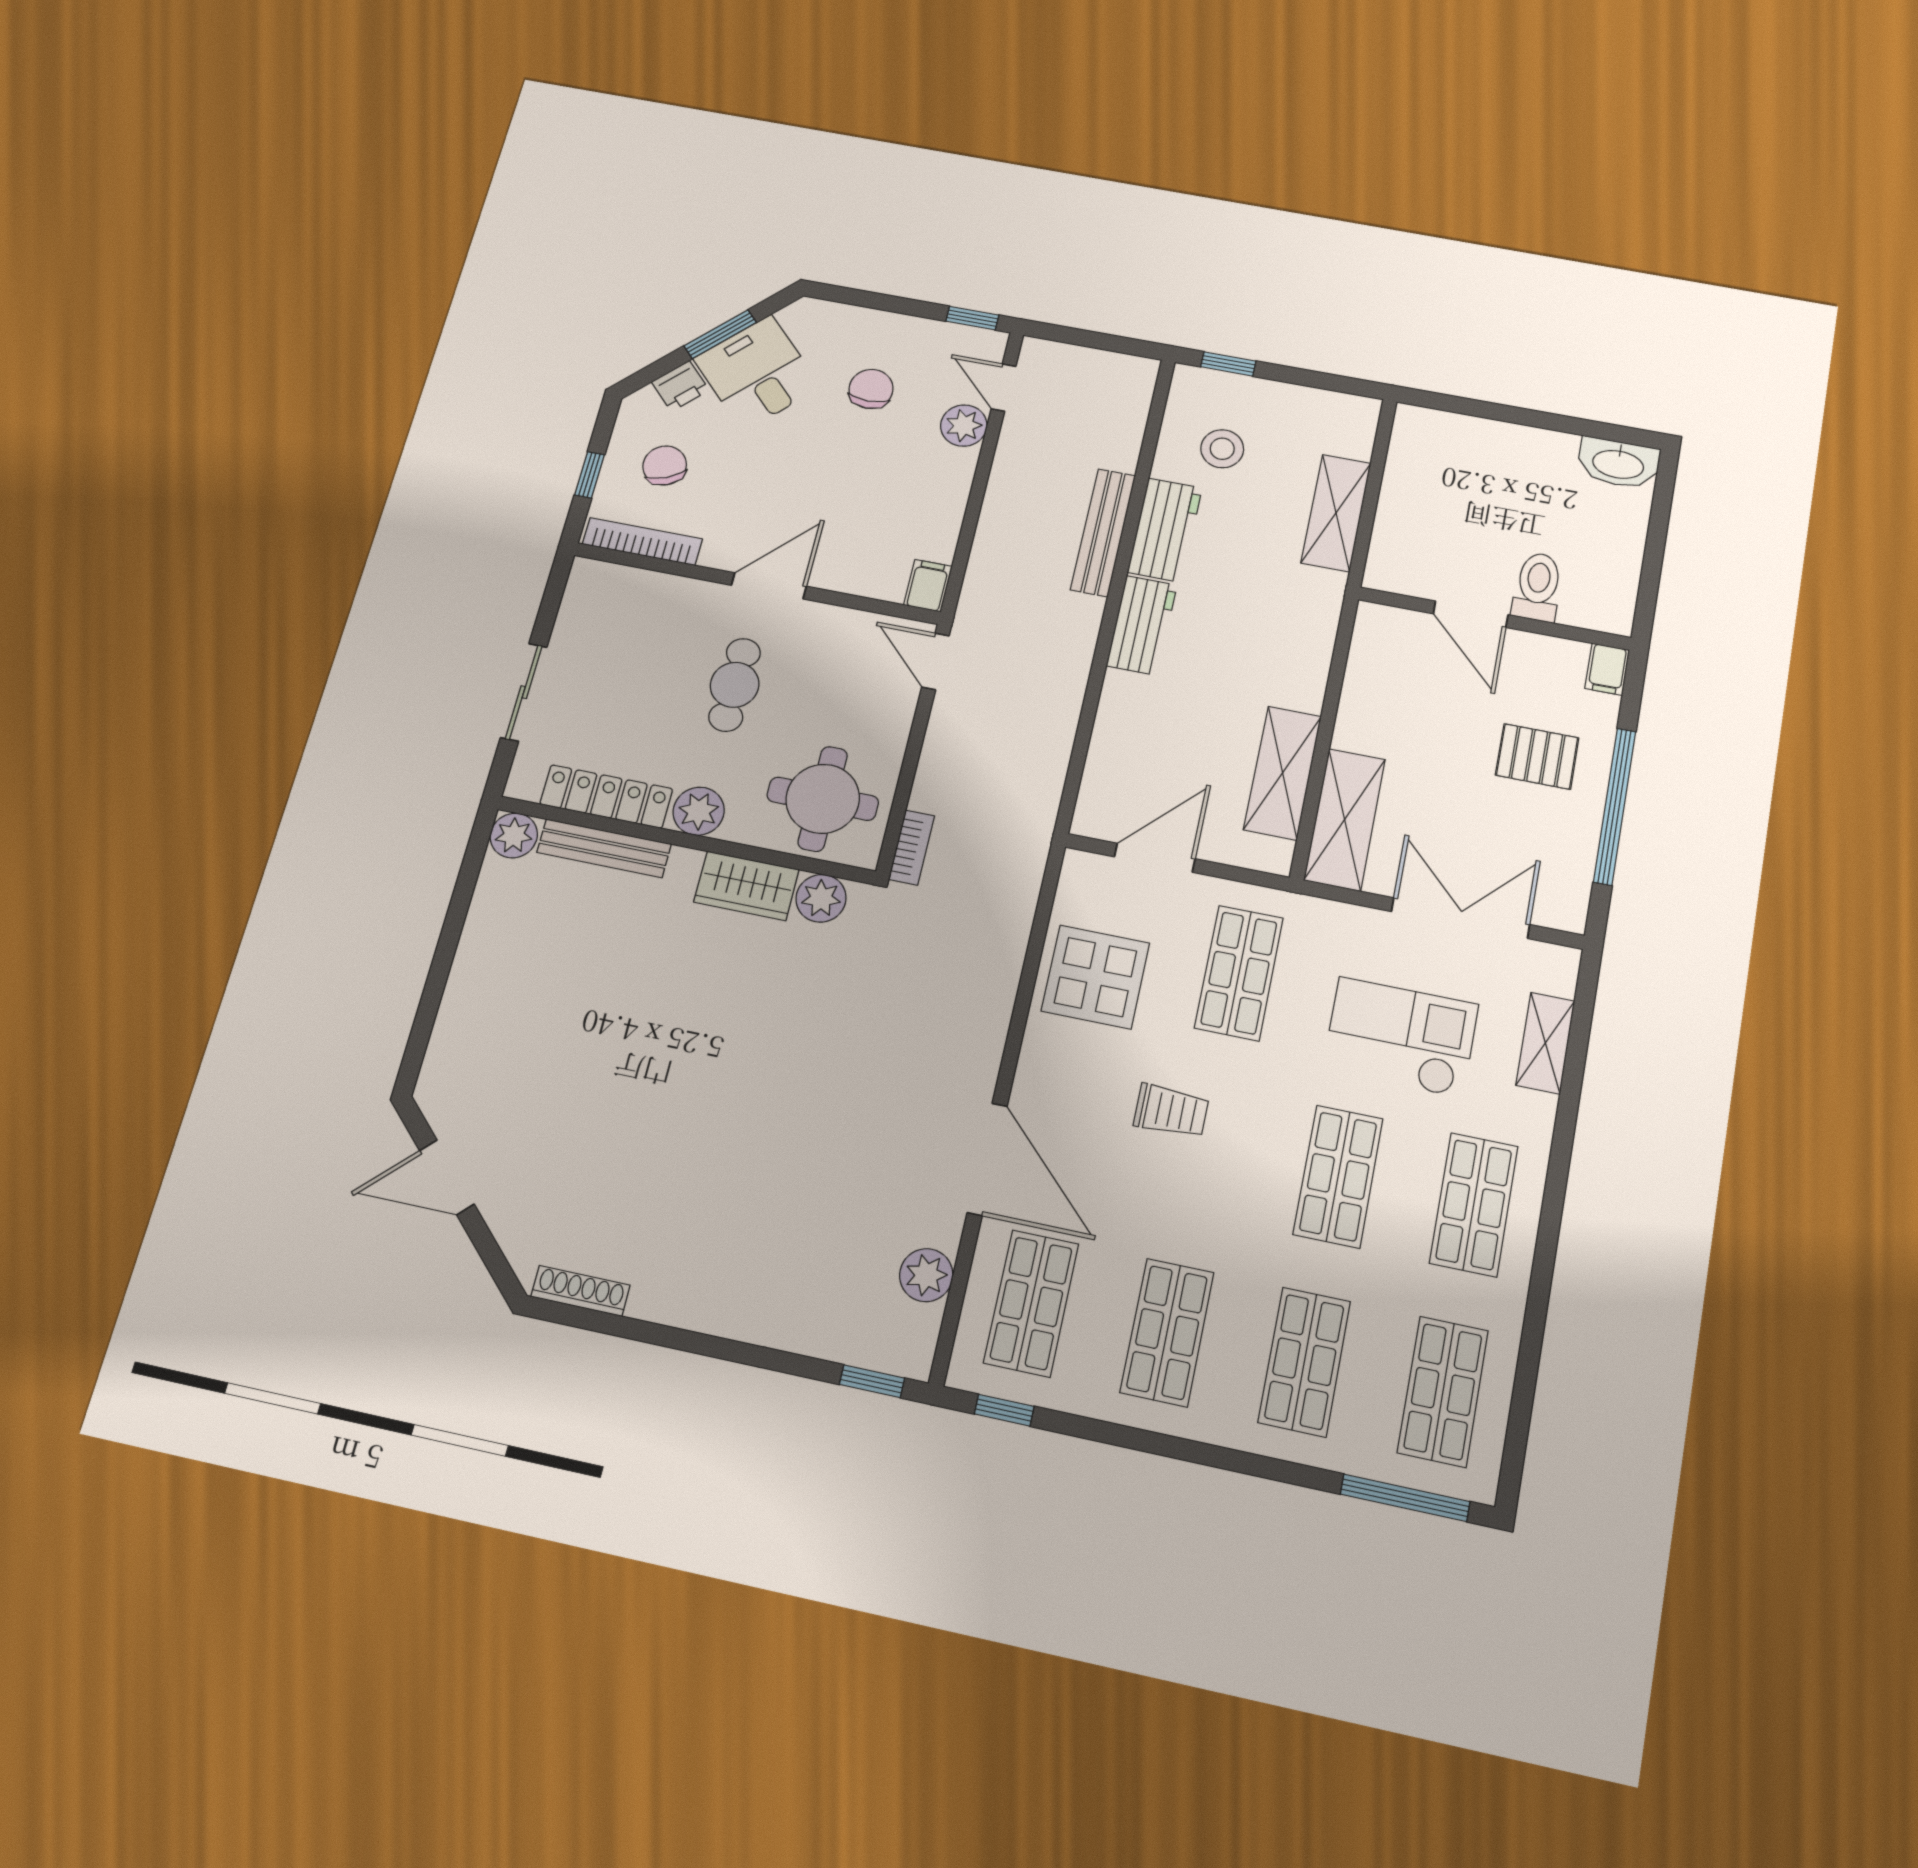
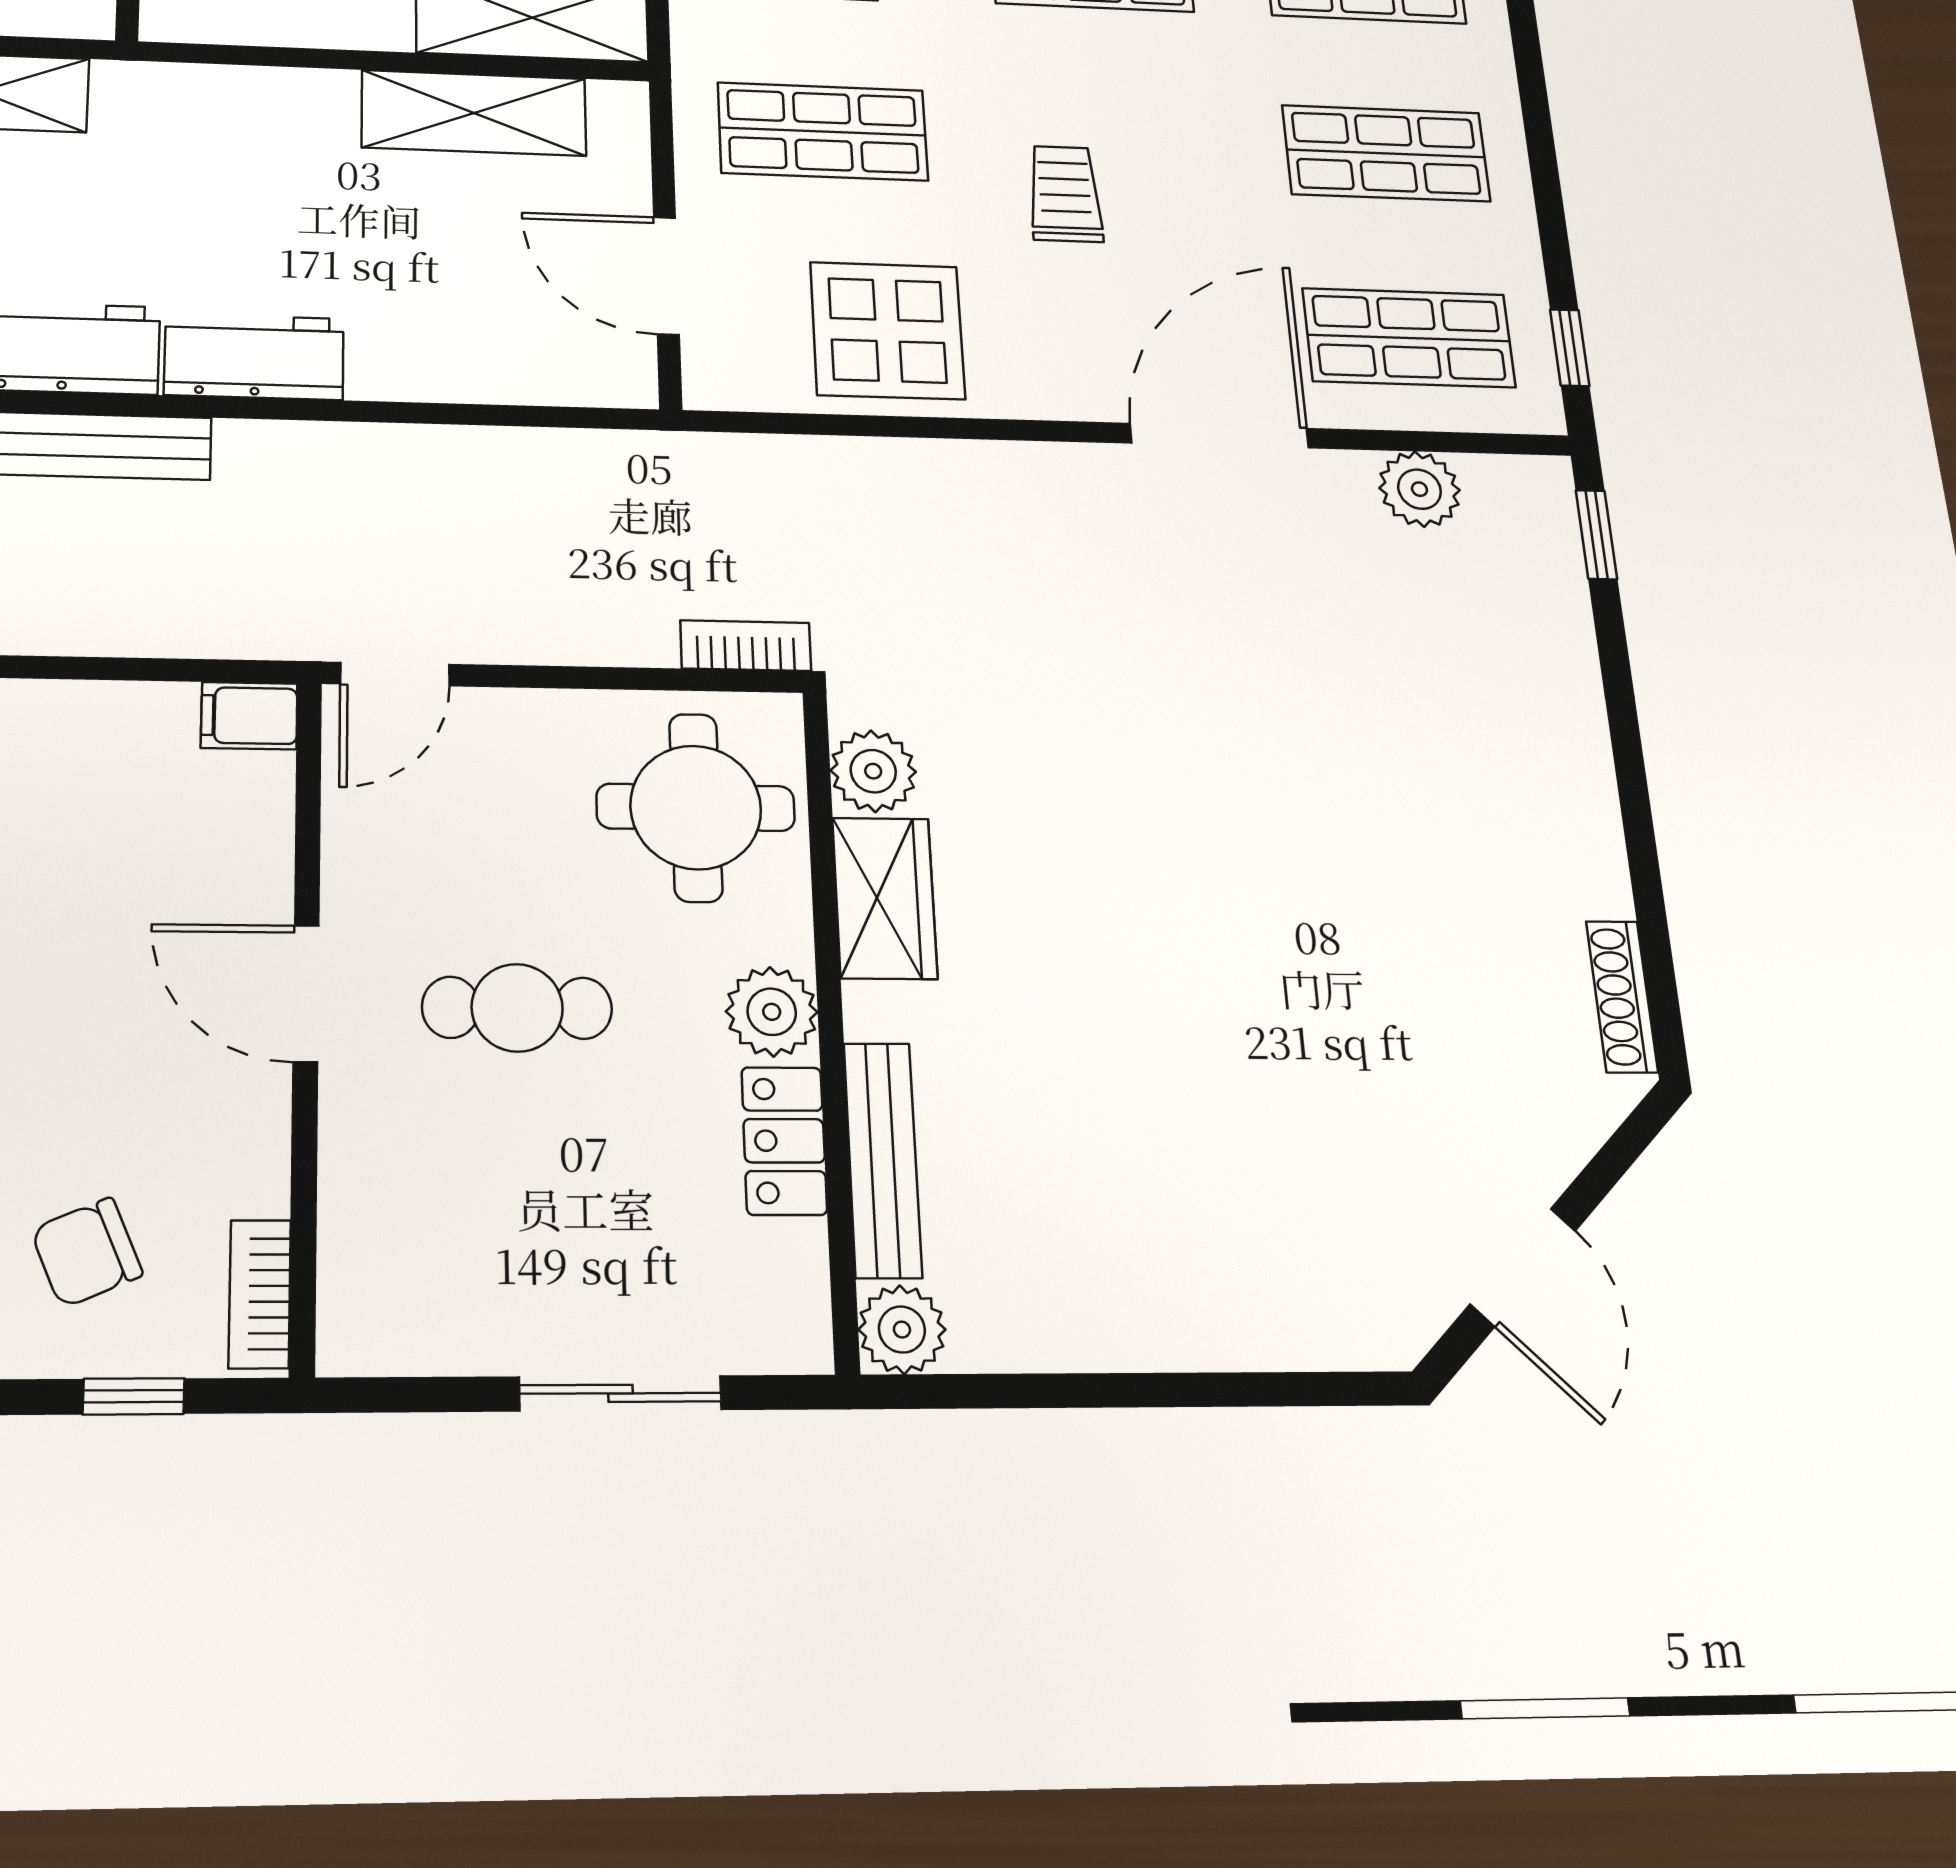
bookcase: (642, 542) -> (260, 1294), width x0.64
locker: (606, 797) -> (784, 1141), width x0.66

